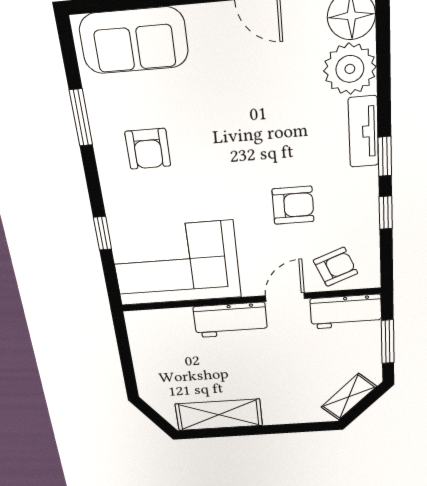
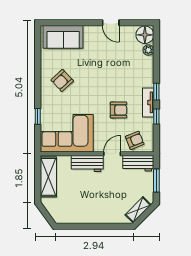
plant: (350, 69) -> (148, 50), width x0.53, depth x0.53
window: (81, 118) -> (38, 65), removed
tv unit: (363, 132) -> (148, 102), moved
armchair: (148, 149) -> (62, 80), turned 47
shelving: (219, 415) -> (48, 177), moved, turned 90

